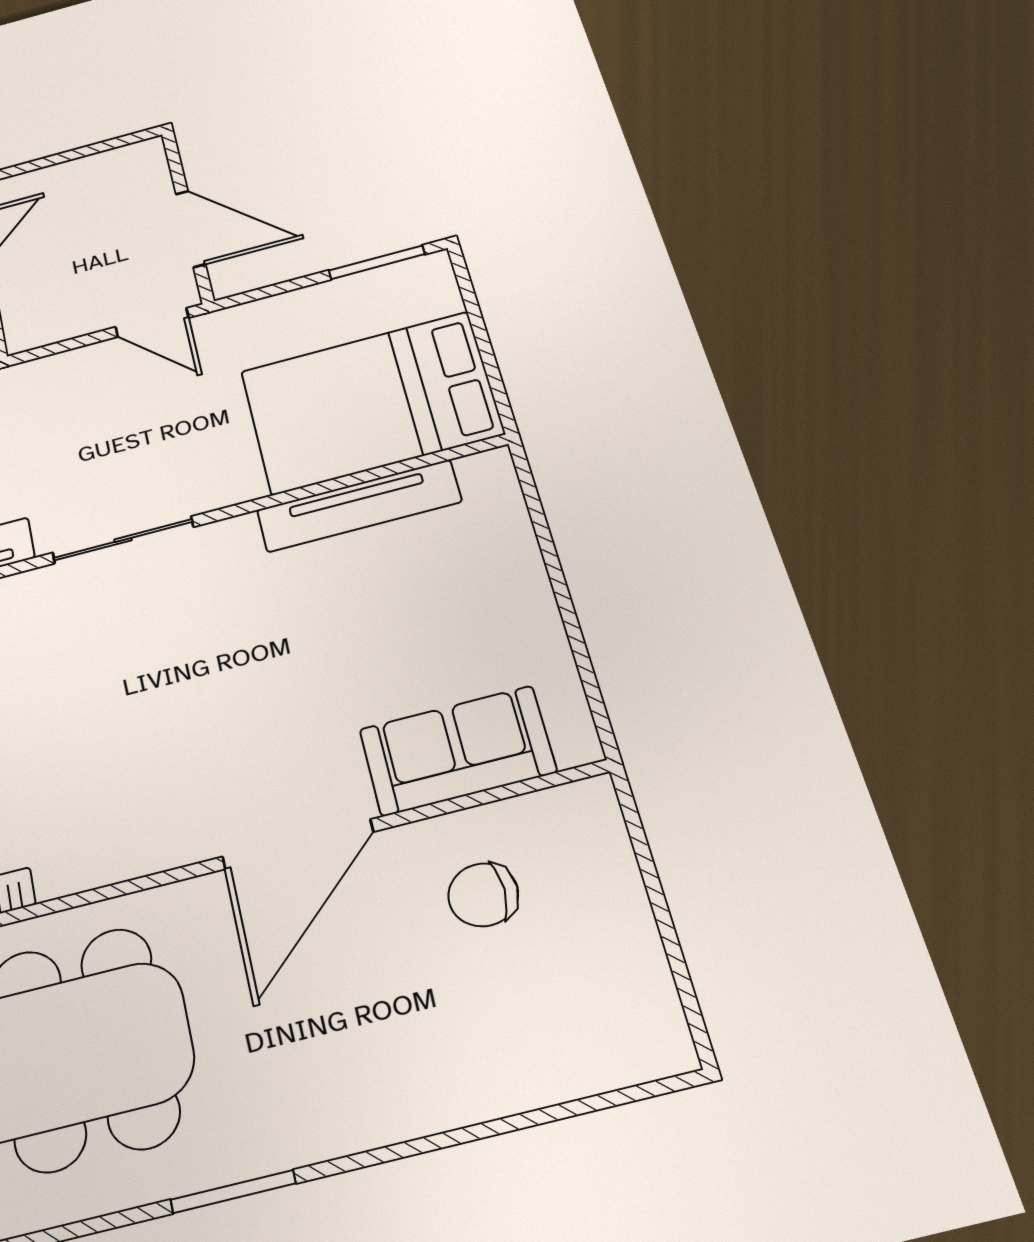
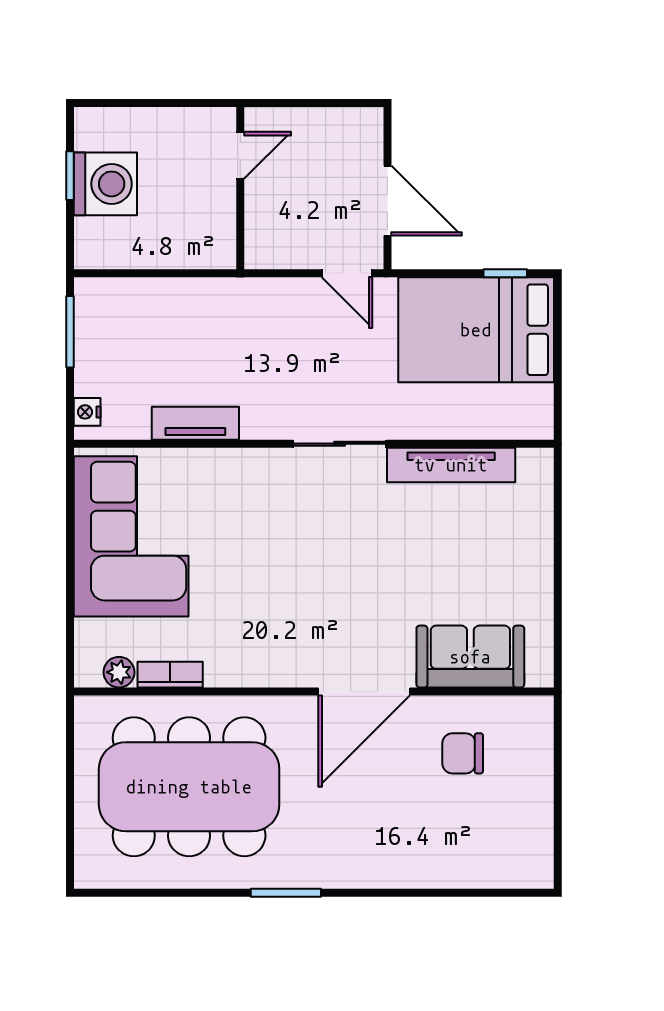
window: (377, 262) -> (505, 273), width x0.67
bed: (371, 402) -> (476, 330), moved
sliding door: (123, 540) -> (339, 444), moved

